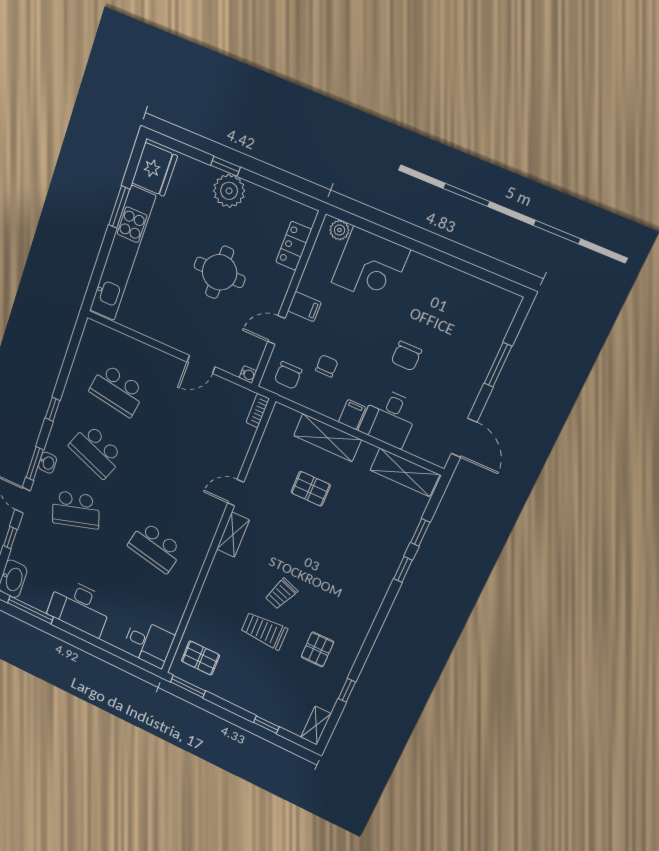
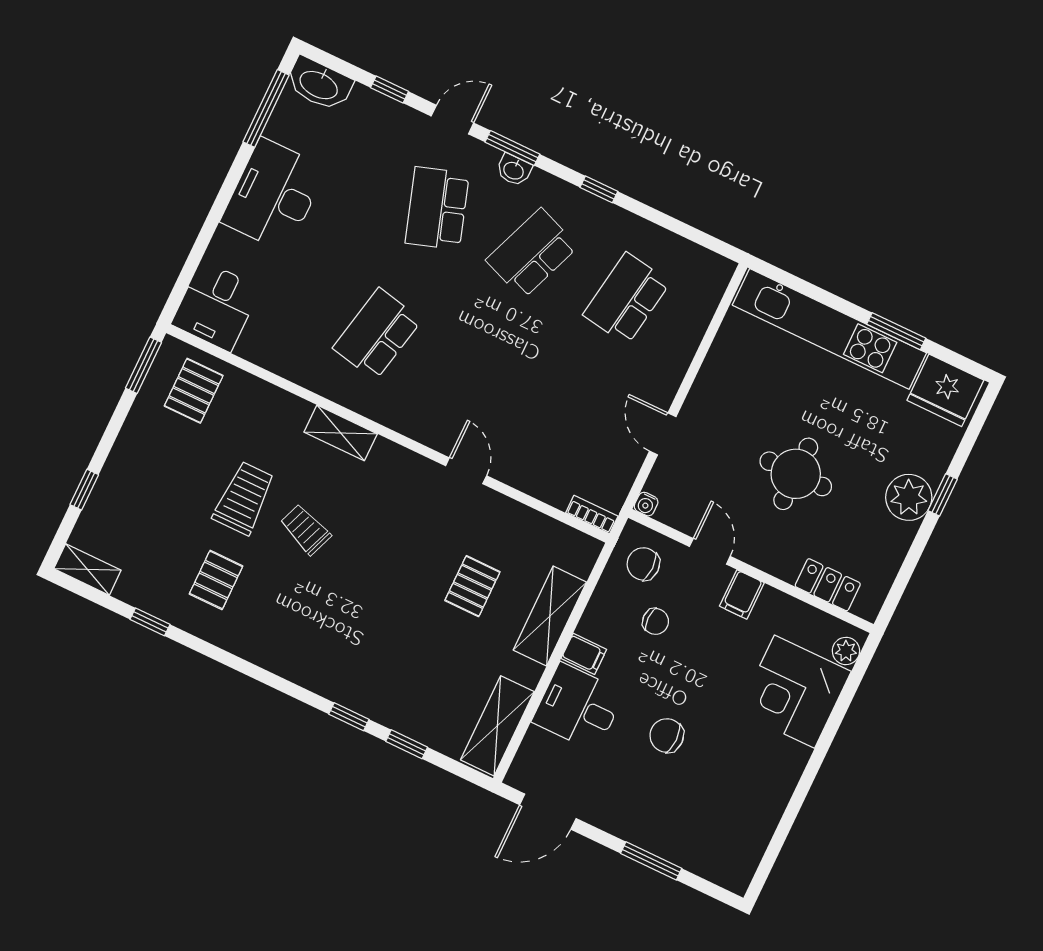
shelving: (233, 535) -> (341, 433), moved
pallet: (317, 649) -> (216, 580), turned 90

